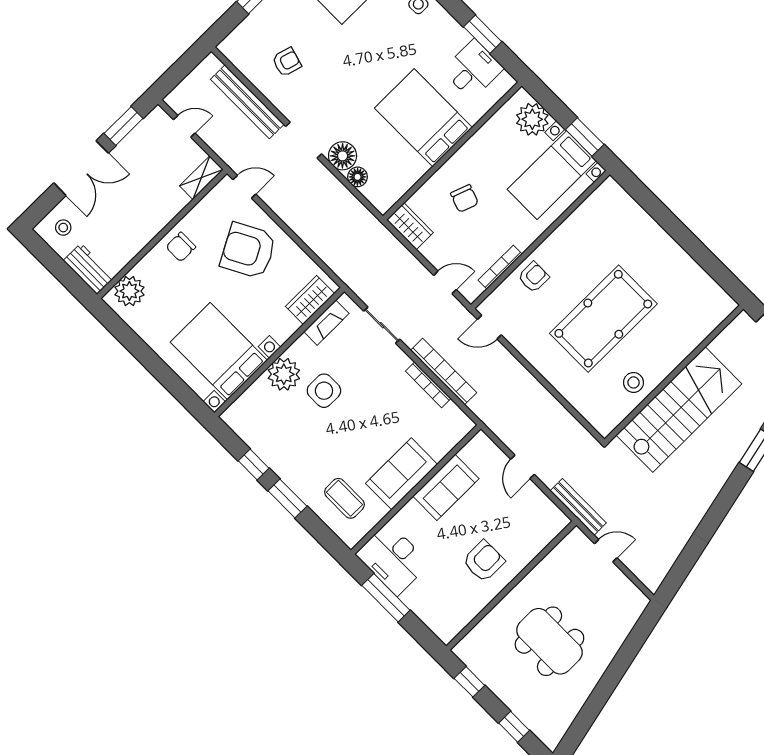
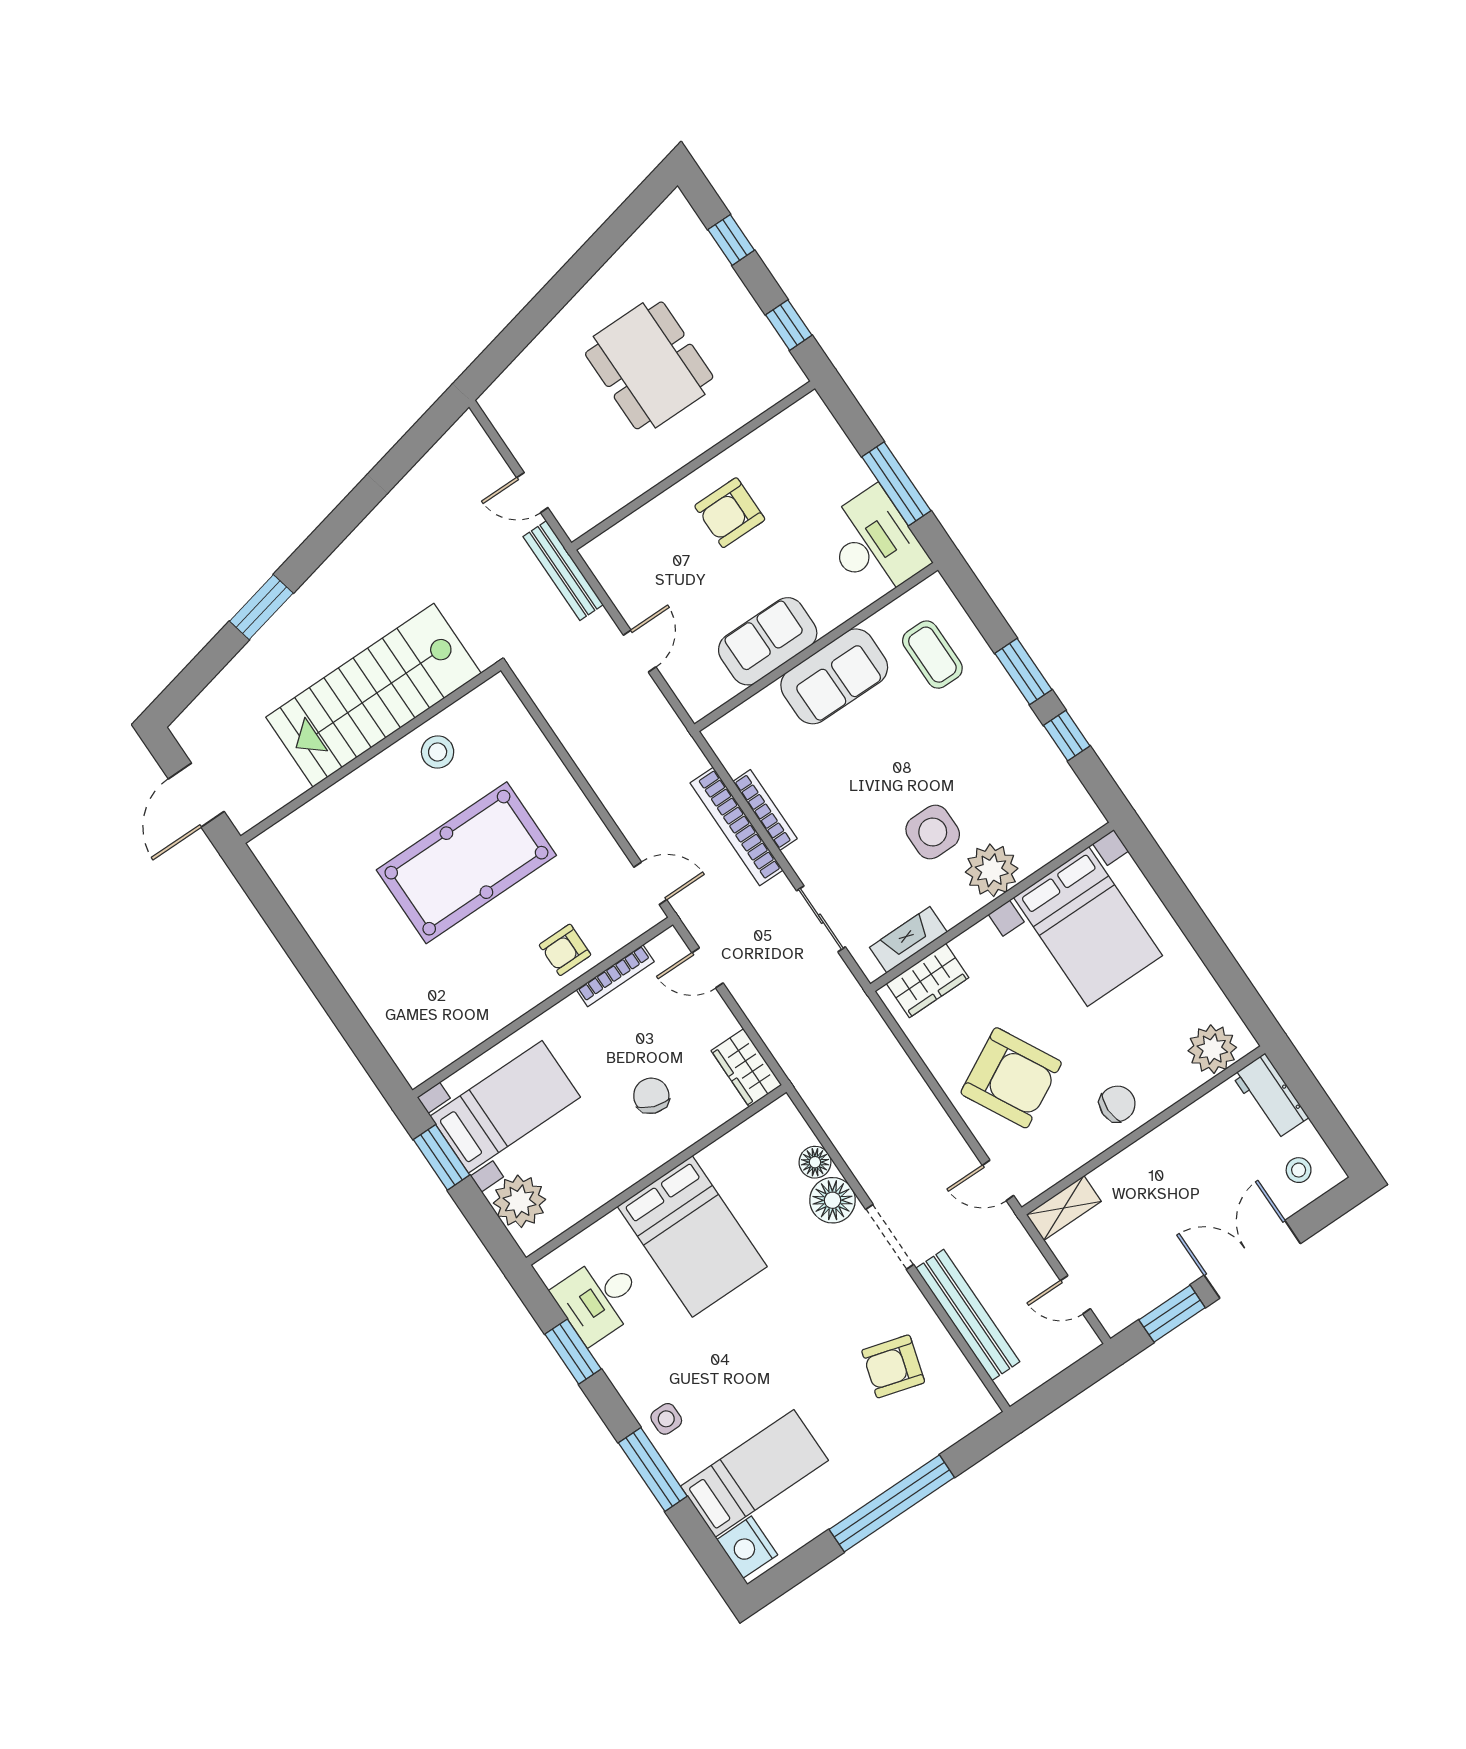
armchair: (287, 62) -> (893, 1366), width x1.38, depth x1.38

